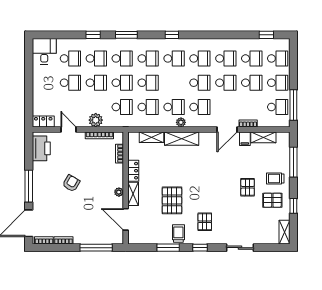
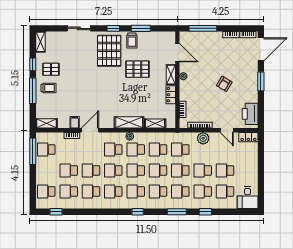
school desk: (278, 83) -> (136, 171), moved
shelving: (263, 137) -> (47, 123), moved
window: (293, 162) -> (33, 91), moved
window: (29, 186) -> (261, 81), width x0.69
pallet: (248, 187) -> (72, 80), removed
pallet: (172, 200) -> (137, 69), turned 90
pallet: (205, 222) -> (109, 51), width x2.05, depth x2.00

